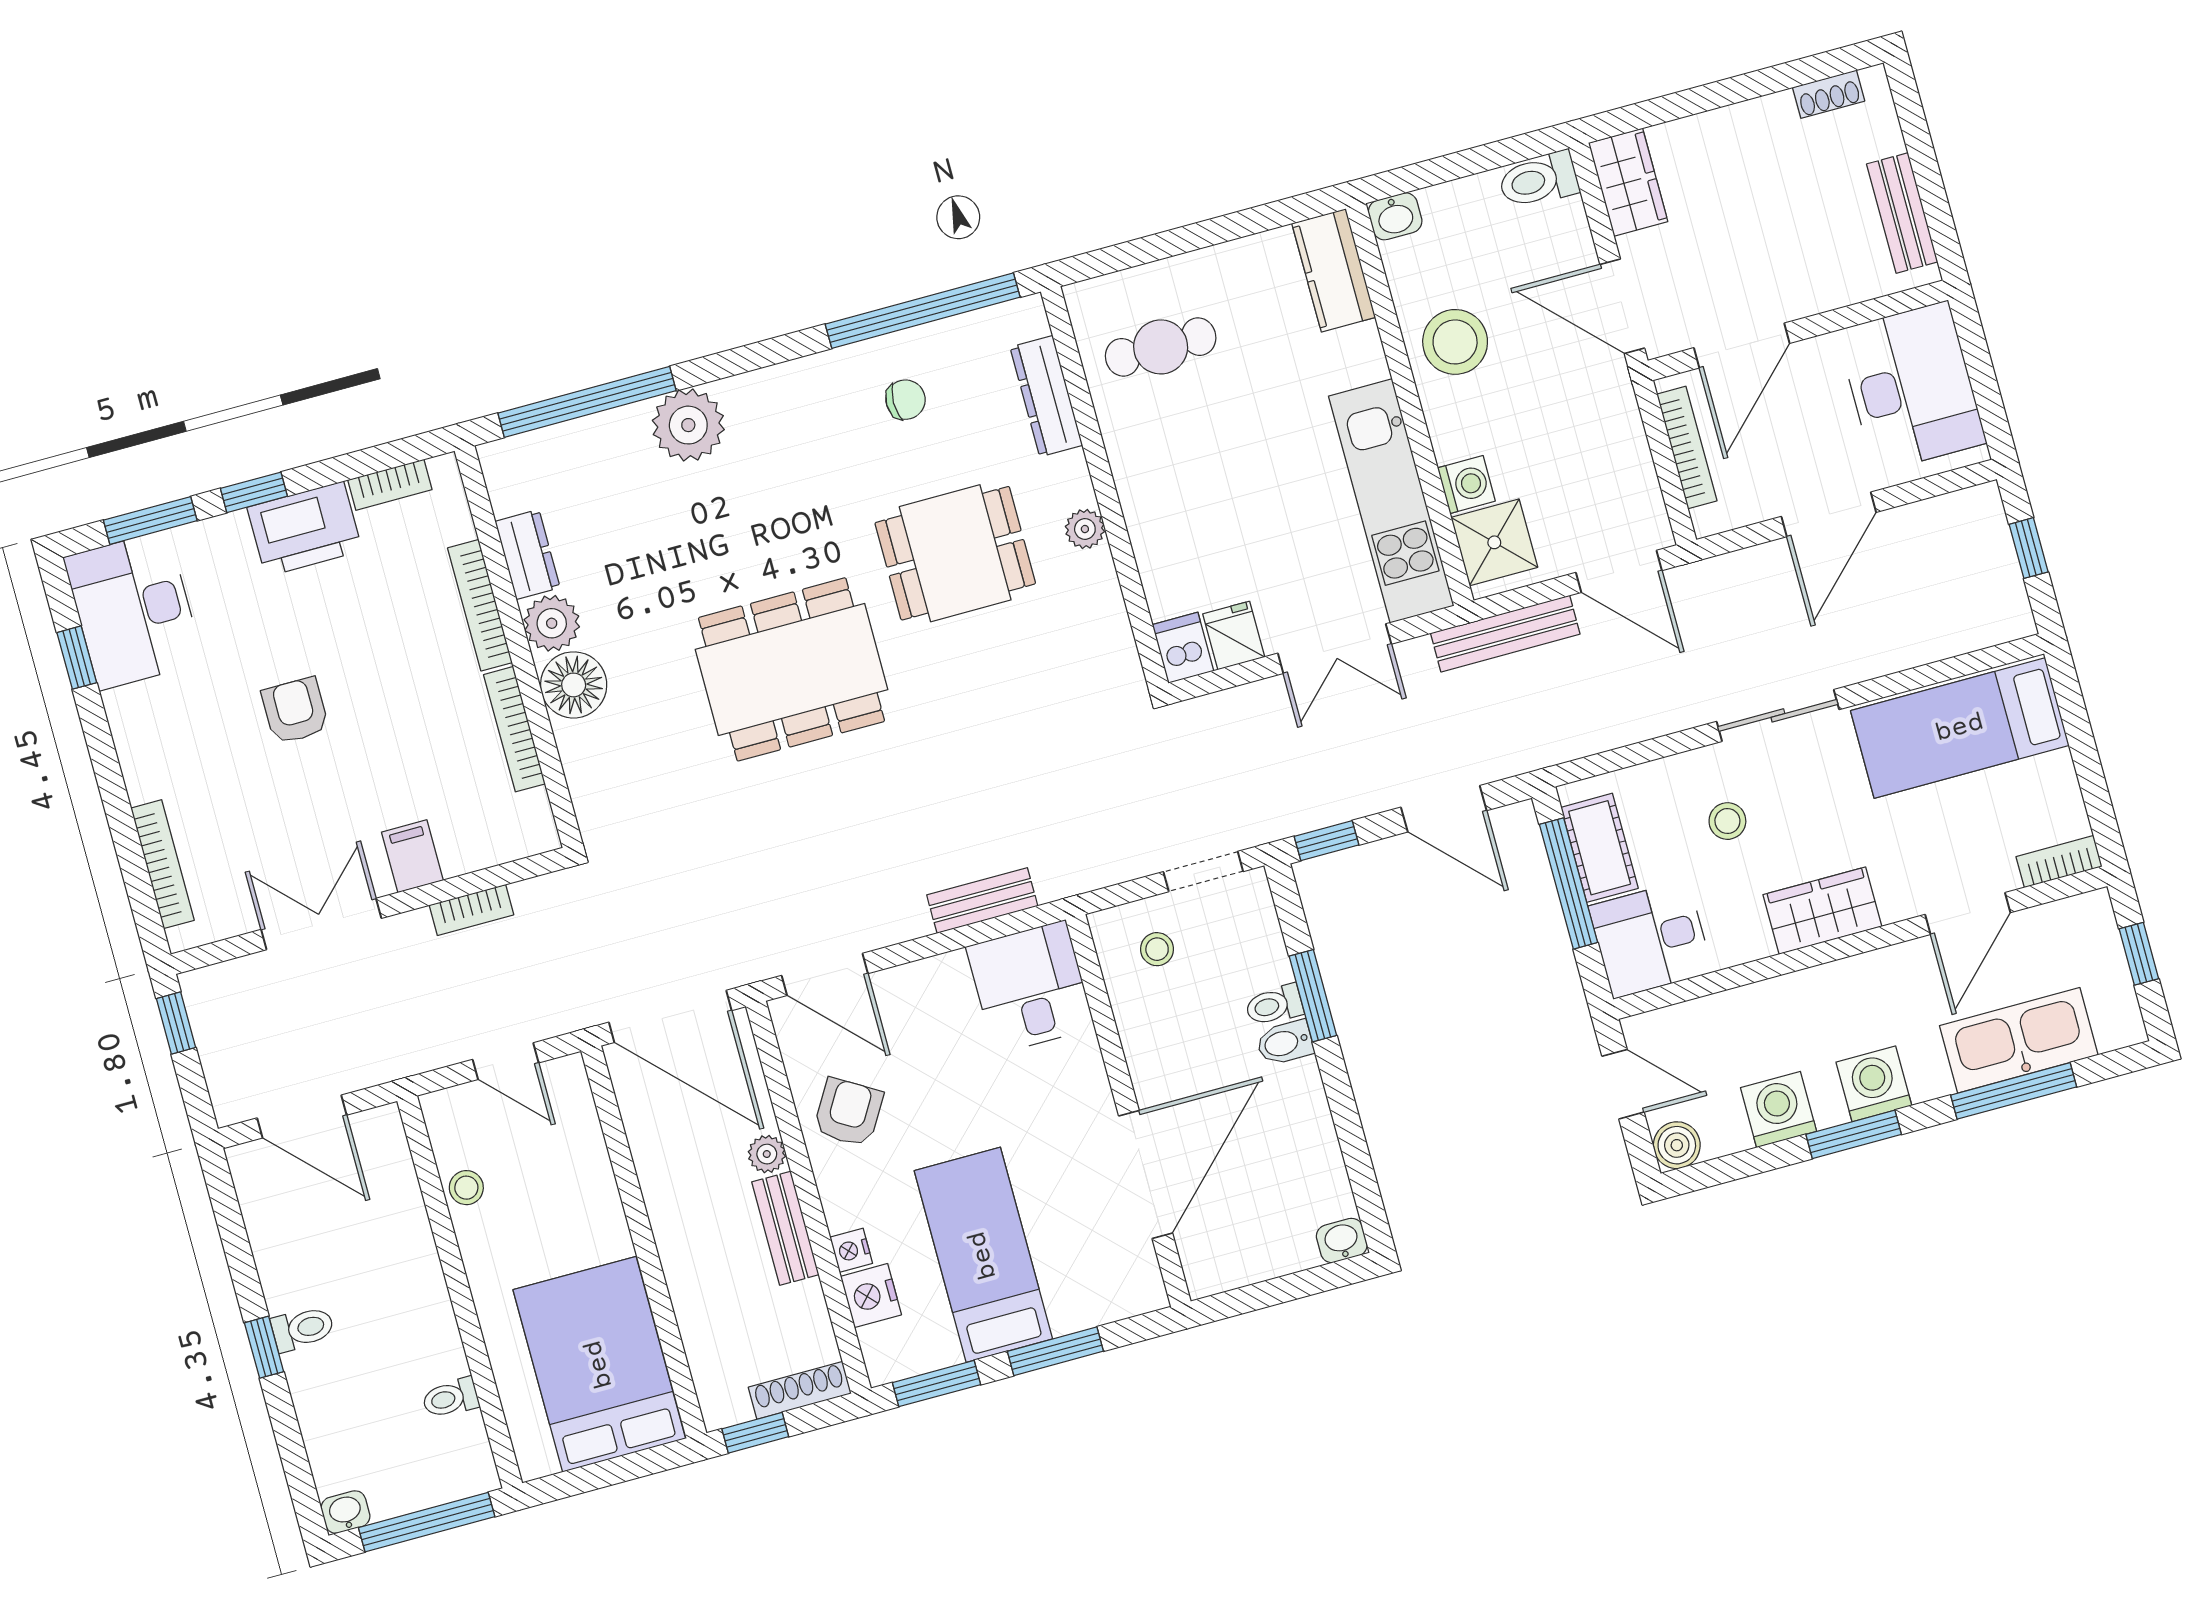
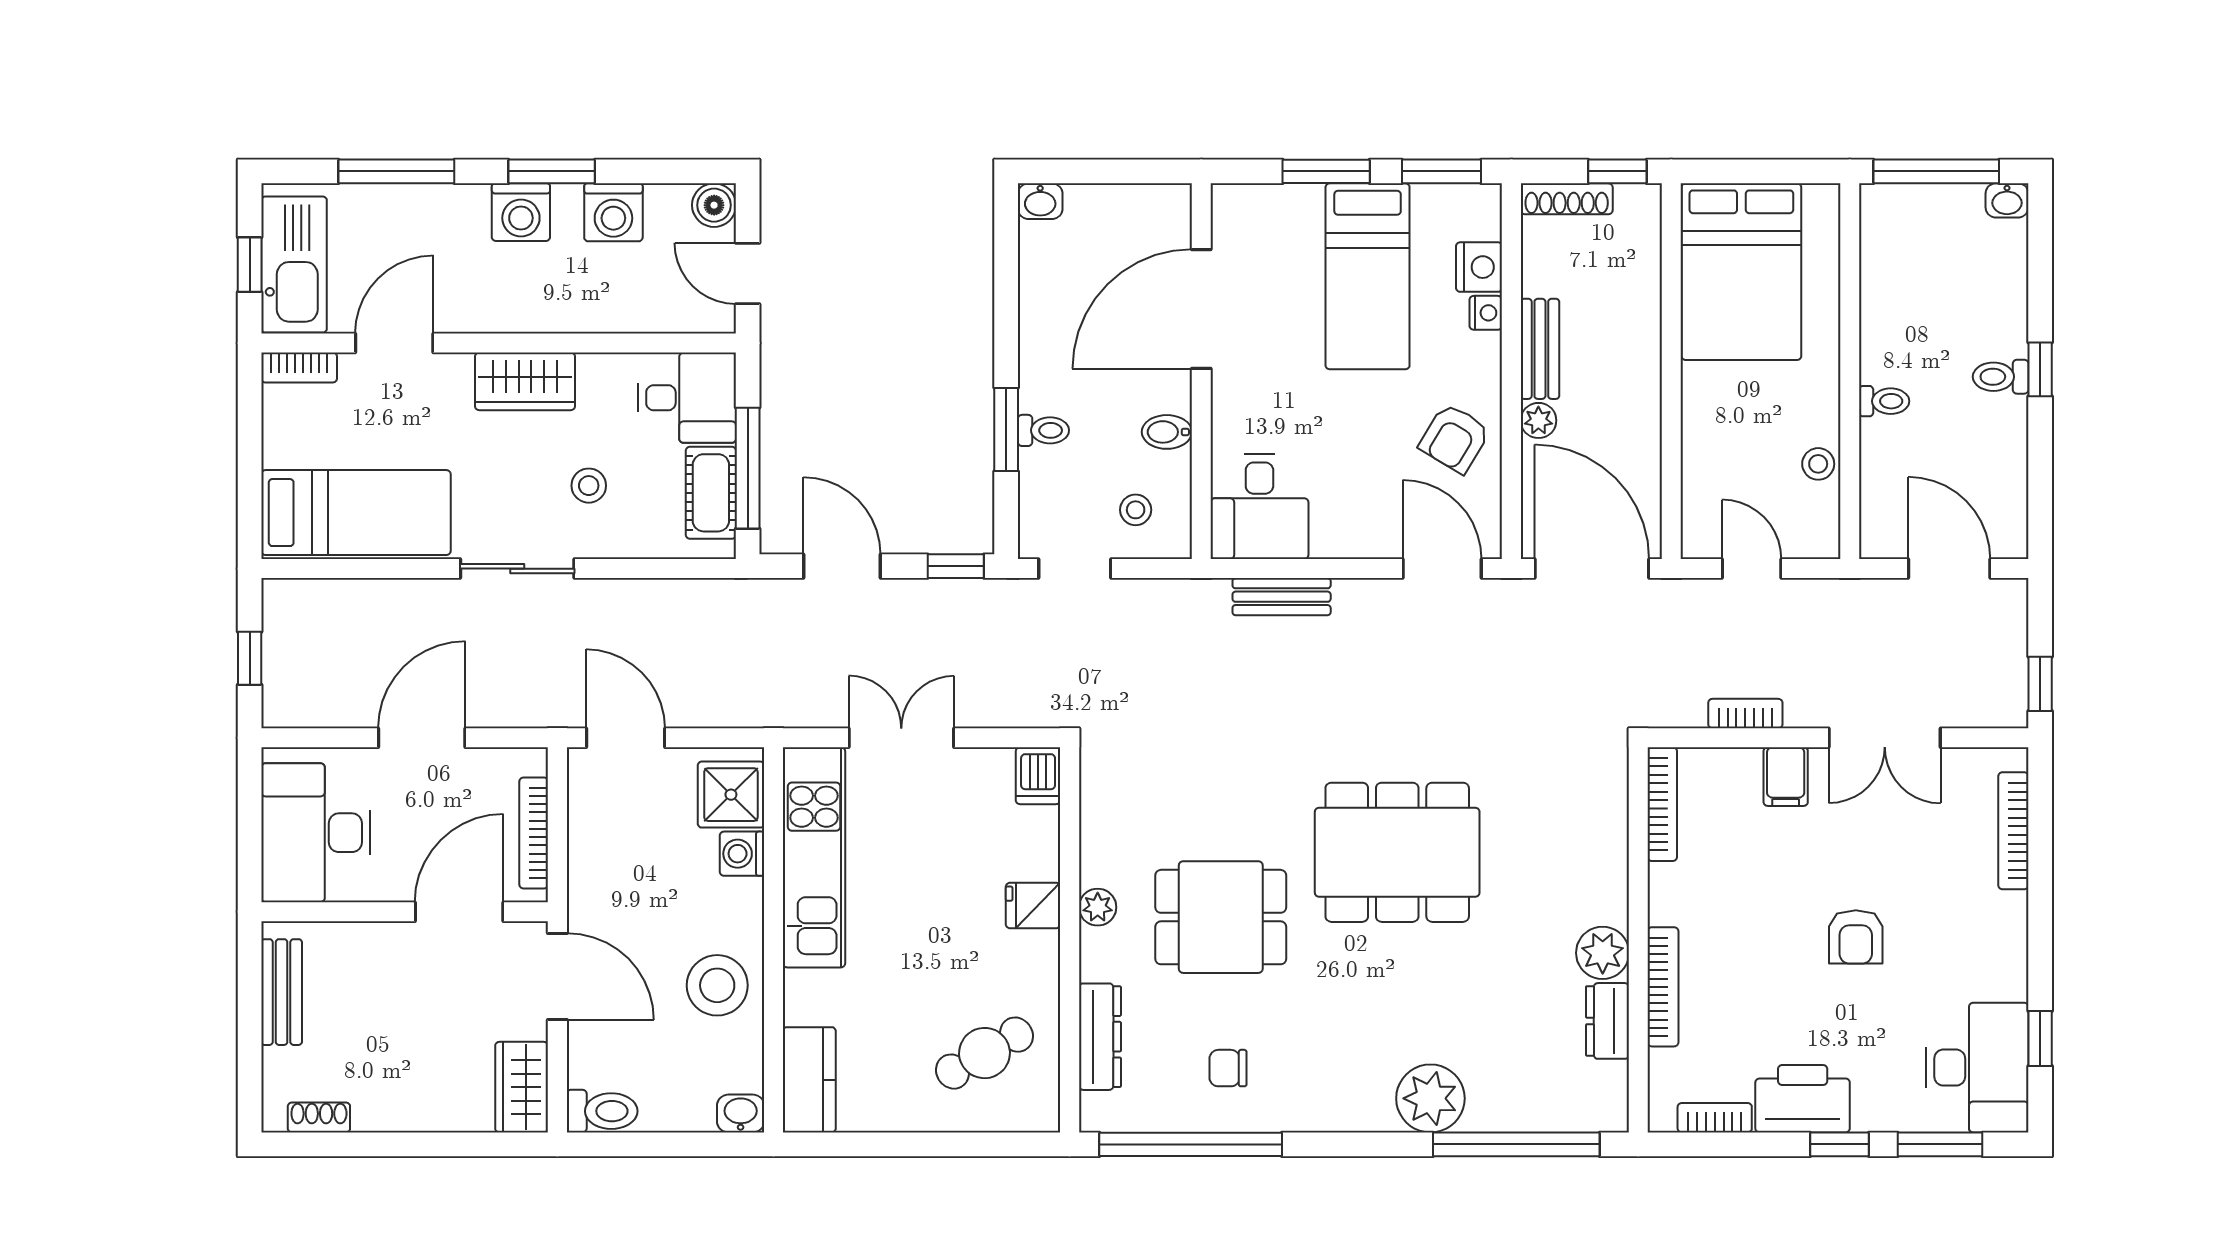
cafe table: (1161, 347) -> (984, 1053), turned -30
bench: (1505, 634) -> (743, 709), removed
fridge: (1234, 636) -> (1033, 905), moved, turned 90
floor lamp: (574, 685) -> (1598, 892), removed
bookcase: (514, 729) -> (1662, 804), moved
kitchen sink: (2019, 1040) -> (294, 265), moved, turned -90
bidet: (1285, 1043) -> (1167, 432), moved, turned 180
toilet: (450, 1398) -> (1884, 401), moved

